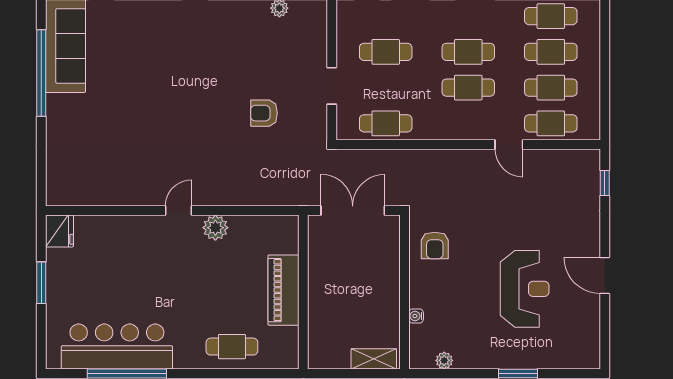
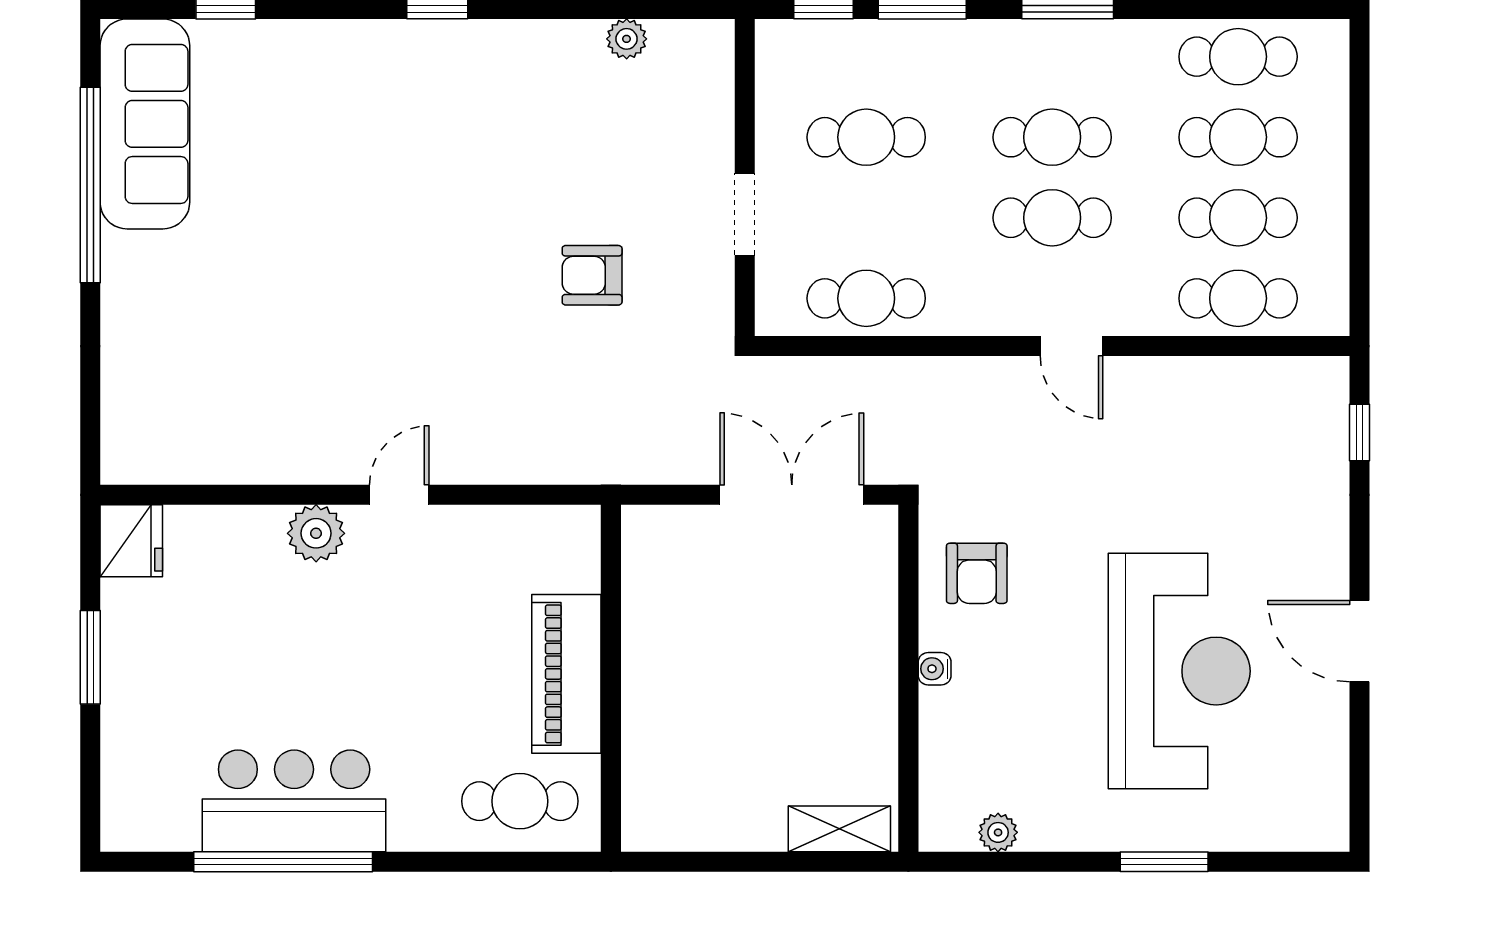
door: (509, 145) -> (1071, 346), moved
plant: (215, 228) -> (316, 533), moved
reception desk: (525, 289) -> (1179, 671), width x1.36, depth x1.30
piano: (283, 290) -> (566, 674), moved
wall: (303, 292) -> (611, 678), moved
water cooler: (416, 316) -> (935, 669), moved
bar counter: (117, 346) -> (294, 801), width x0.73

